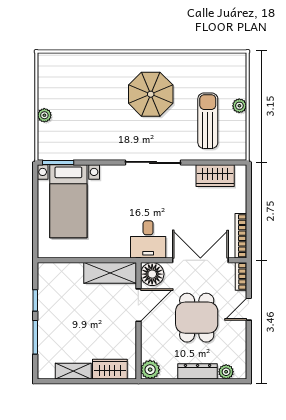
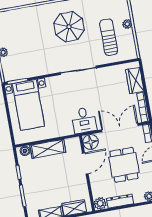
wardrobe: (215, 176) -> (135, 80), moved, turned 90
boiler: (51, 270) -> (25, 151), added
shelving: (110, 273) -> (48, 149), moved
dresser: (198, 371) -> (120, 201), moved

